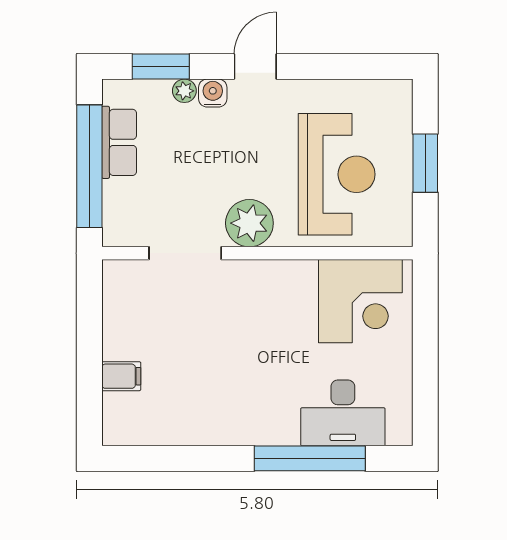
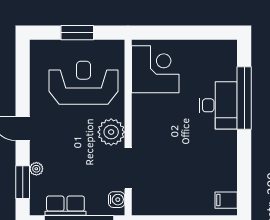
water cooler: (213, 93) -> (117, 200), moved, turned 180
filing cabinet: (121, 376) -> (226, 200), moved, turned -90
desk: (343, 413) -> (218, 105), moved

